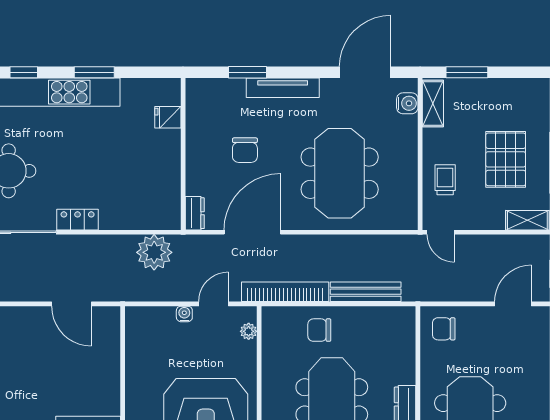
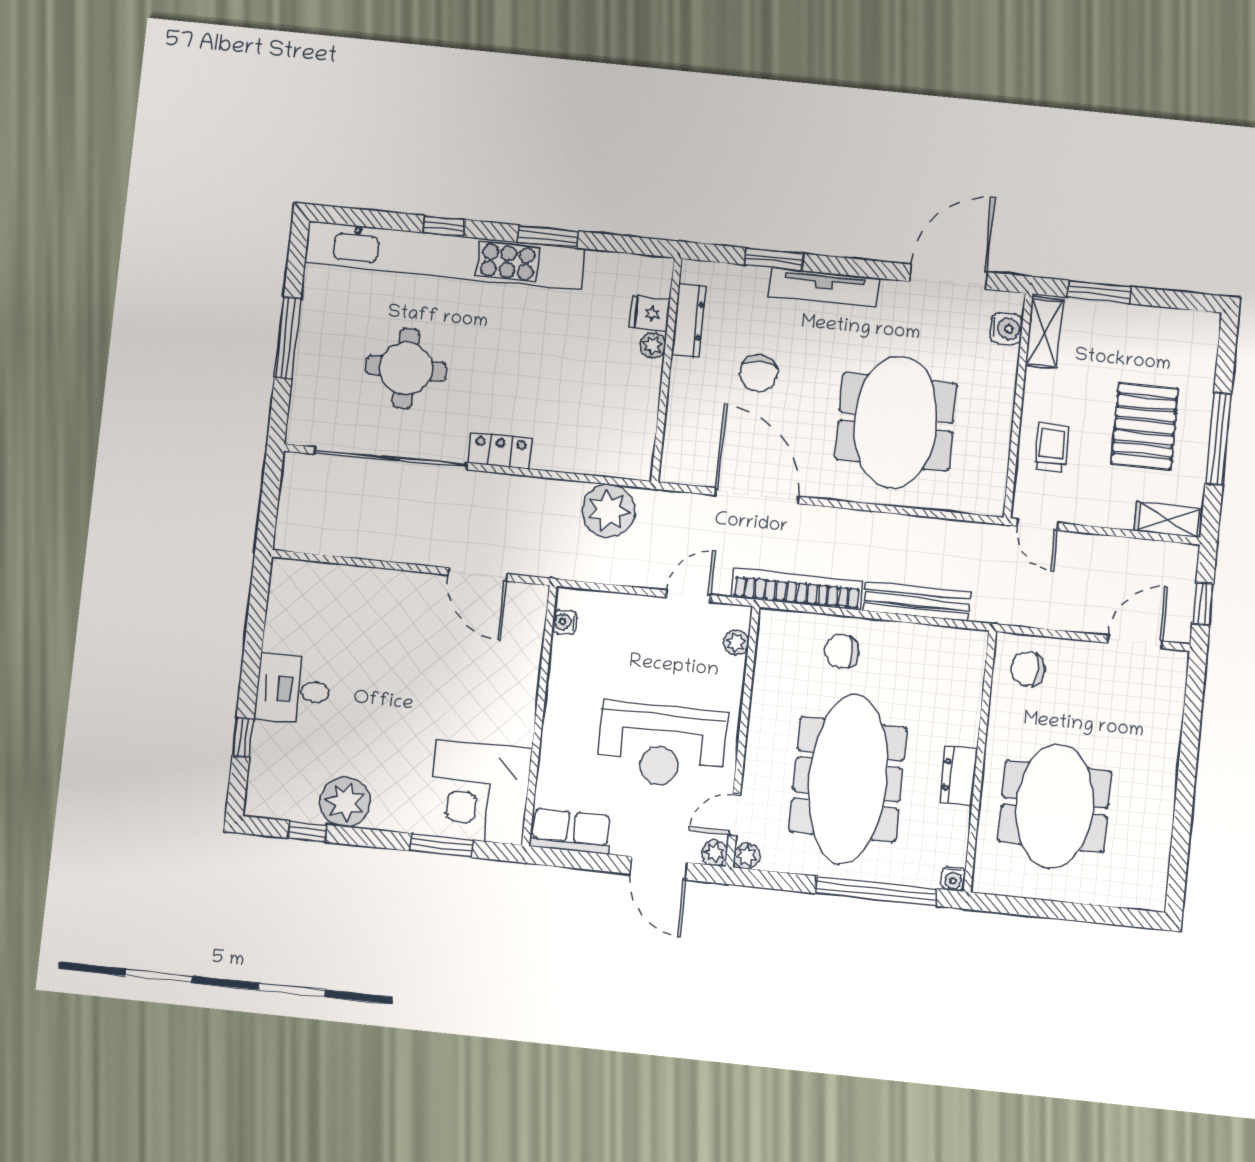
plant: (172, 138) -> (653, 345), added
dresser: (195, 213) -> (689, 320), moved, width x1.44
door: (252, 232) -> (757, 496), hinge flipped
water cooler: (184, 314) -> (564, 622), moved, turned -90

